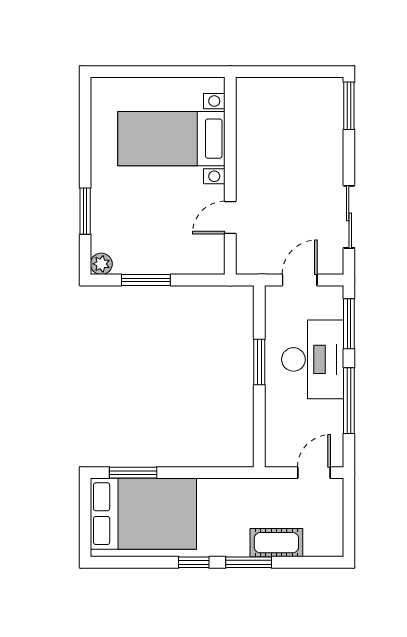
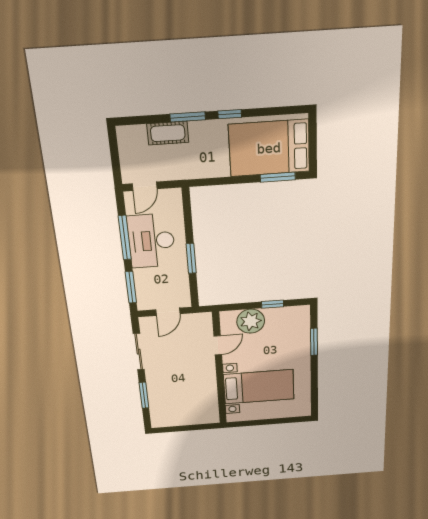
window: (349, 106) -> (144, 395), moved
plant: (101, 264) -> (251, 321), moved, width x1.87, depth x1.87
window: (146, 280) -> (273, 304), width x0.67
desk: (313, 359) -> (151, 241), moved

